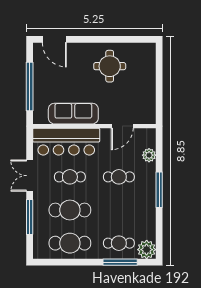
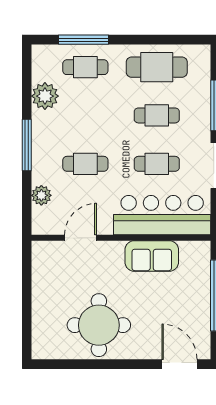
round table: (110, 66) -> (99, 325), width x1.36, depth x1.36
sofa: (73, 114) -> (152, 256), width x0.73
cafe table: (70, 210) -> (157, 115), width x0.73, depth x0.74
plant: (147, 250) -> (45, 96), moved

